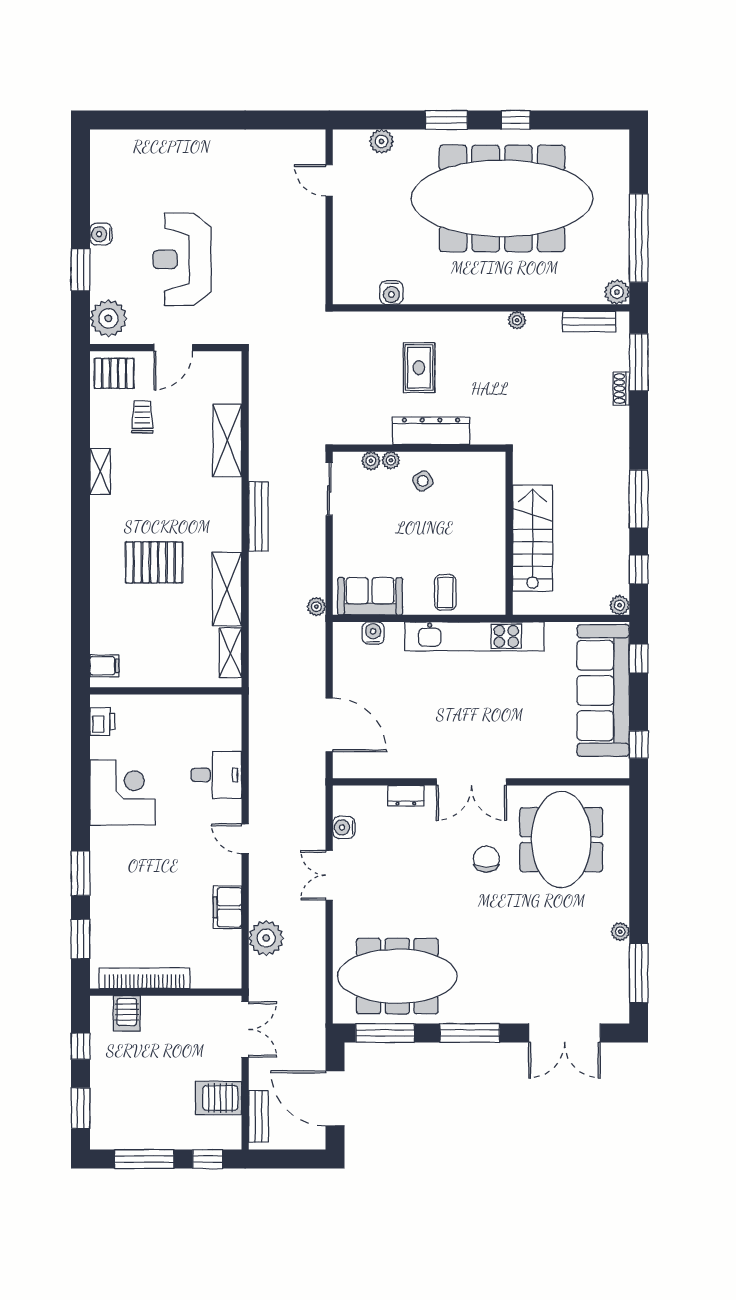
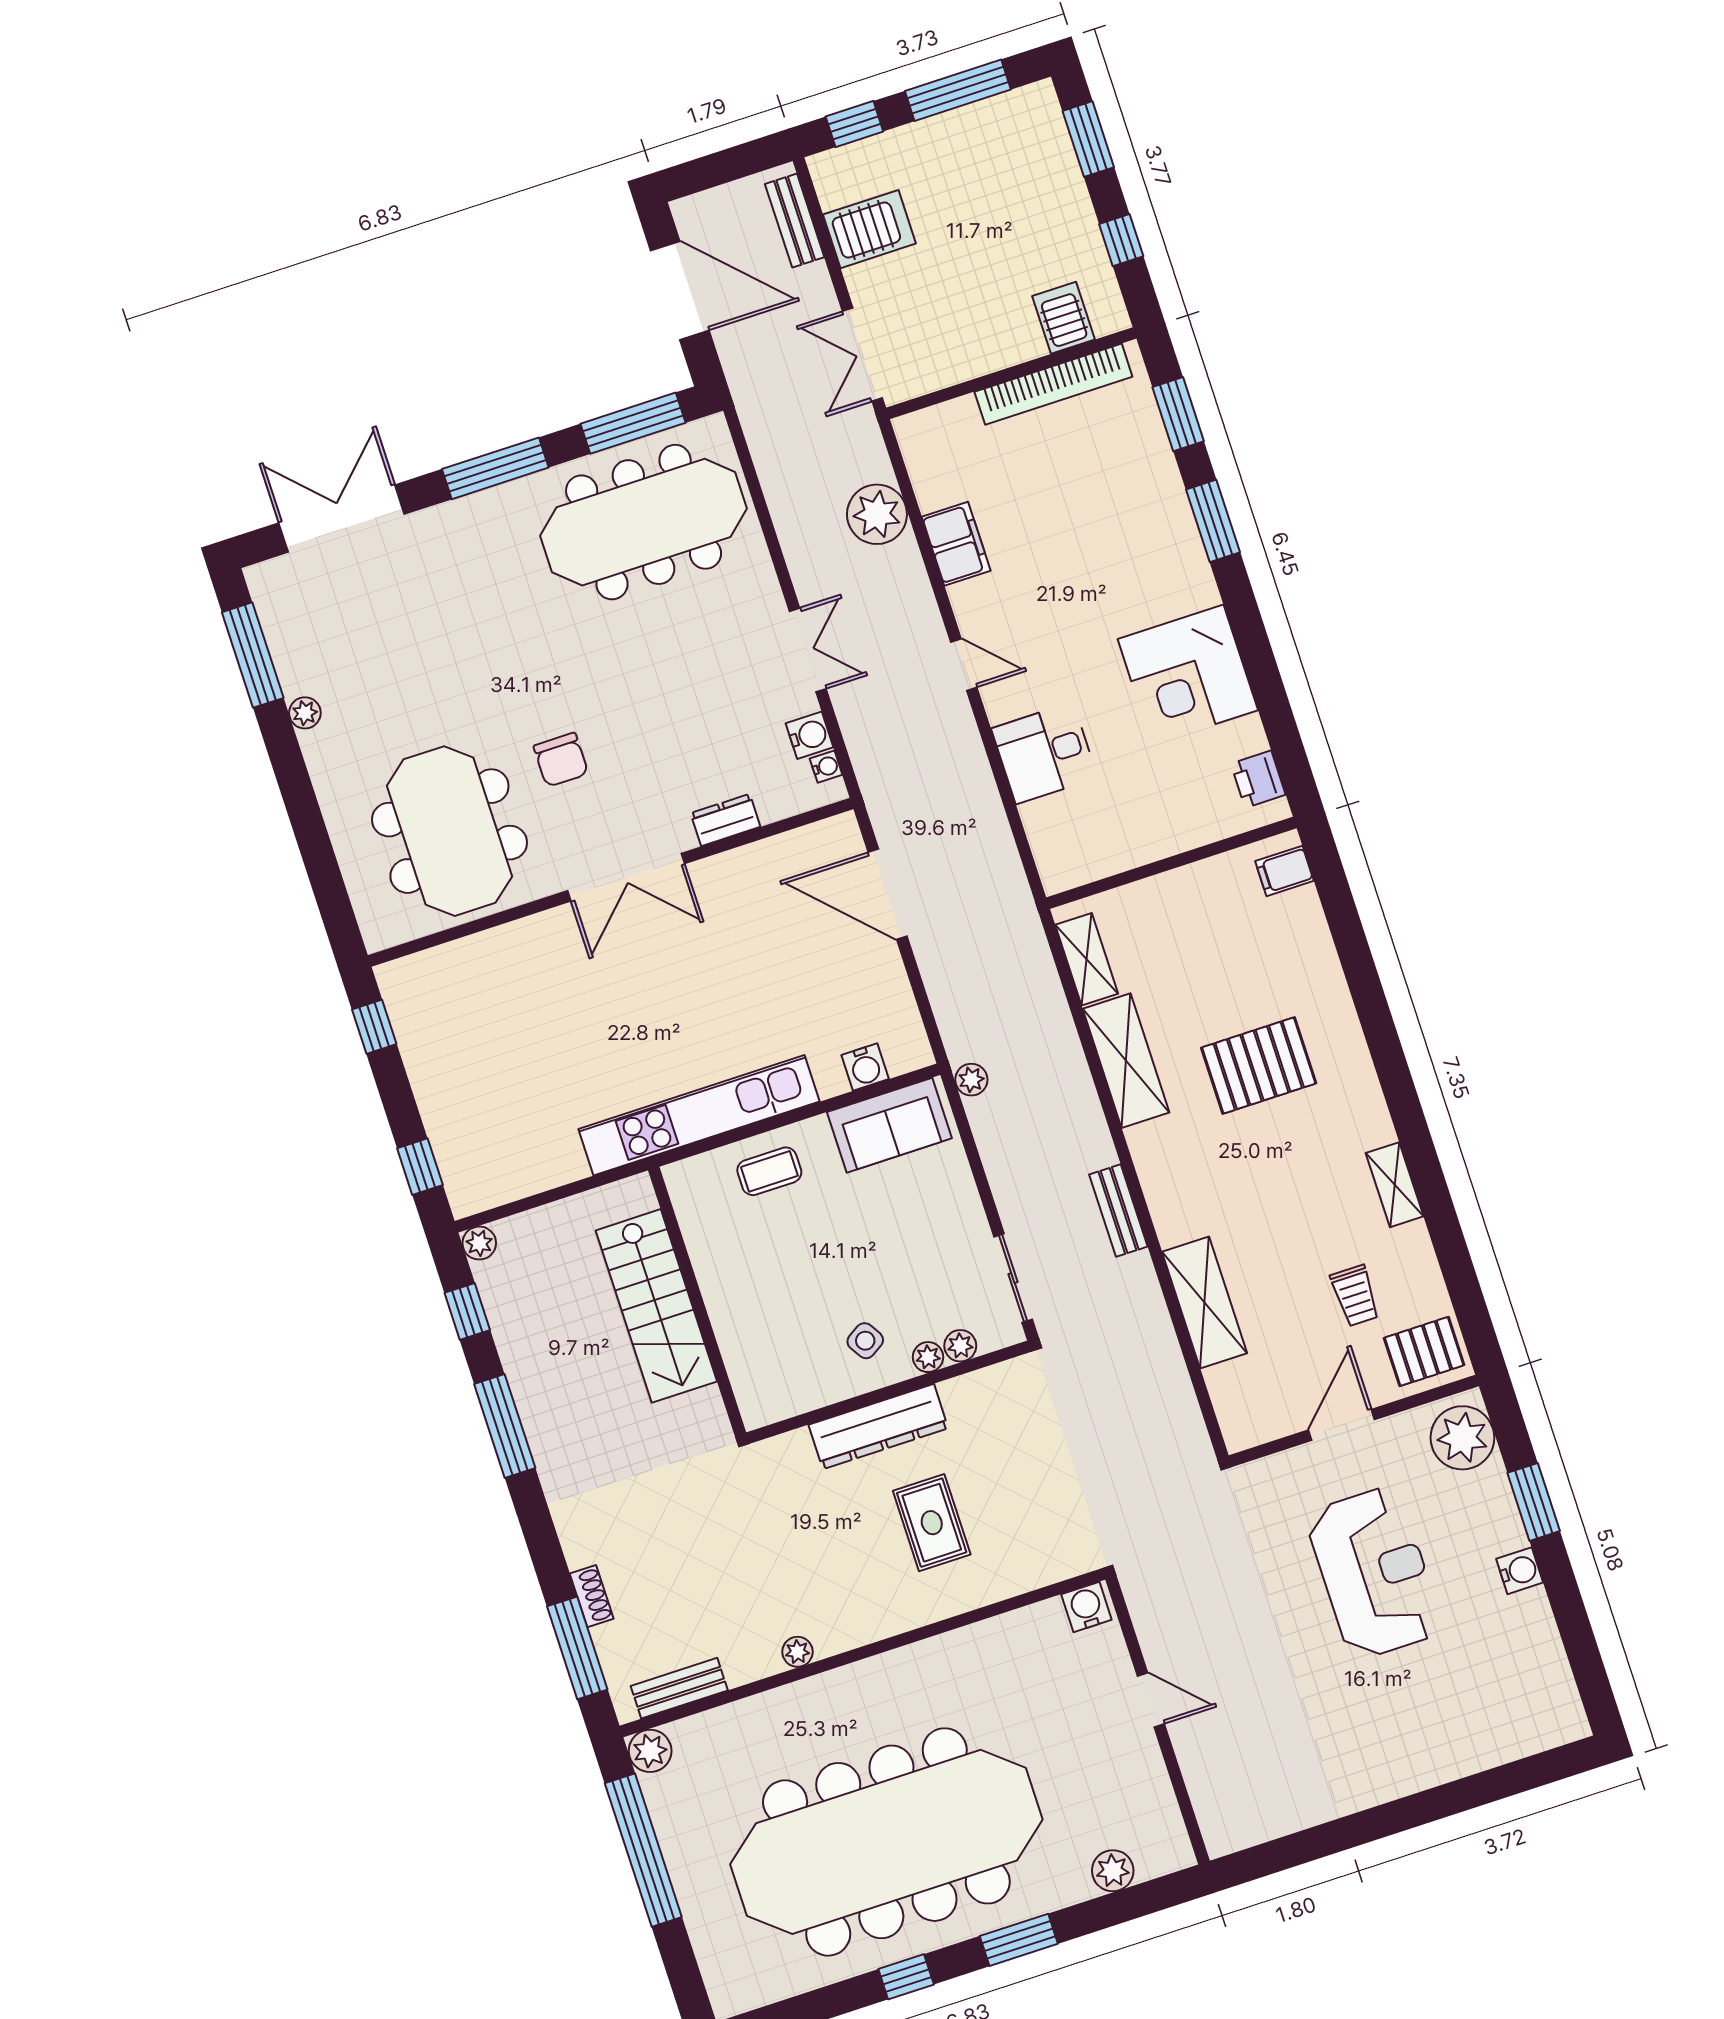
door: (329, 180) -> (1151, 1700), moved
water cooler: (391, 293) -> (1086, 1607), moved
bench: (258, 516) -> (1118, 1211), width x0.73
coffee table: (445, 592) -> (769, 1171), turned 90
sofa: (603, 690) -> (461, 1096), removed
double door: (472, 782) -> (626, 877), swing flipped
water cooler: (340, 807) -> (826, 767), added

